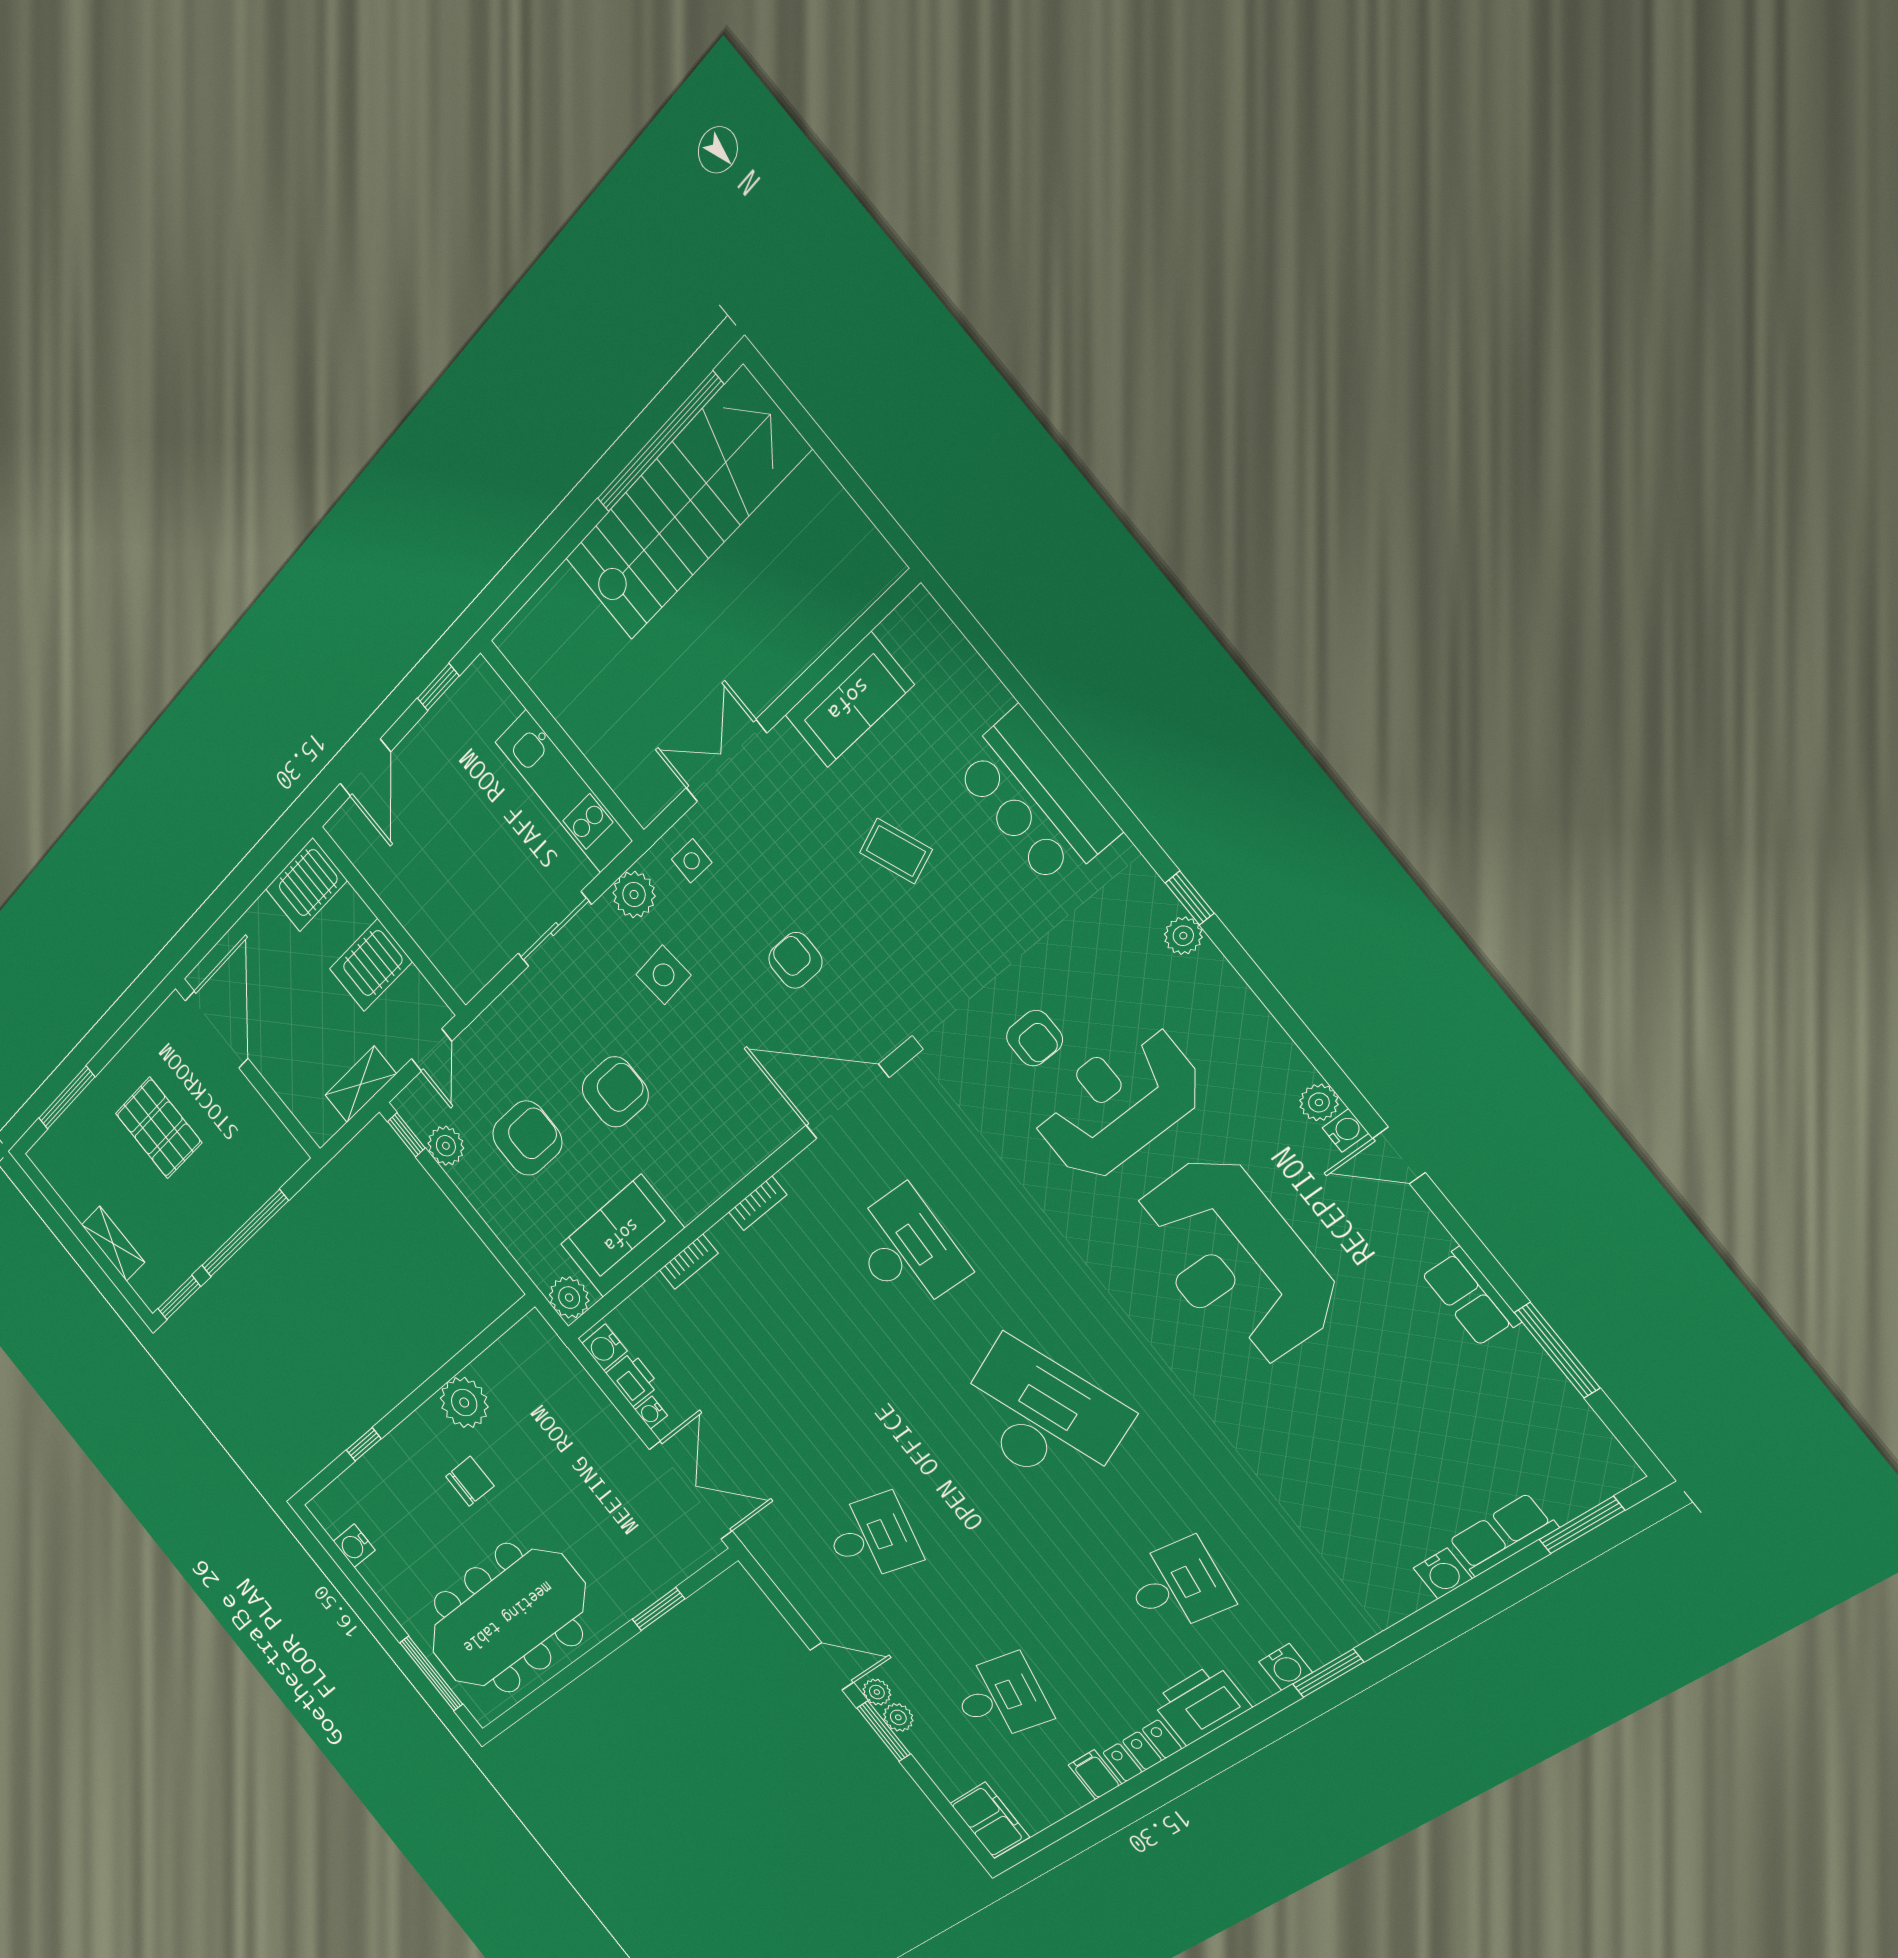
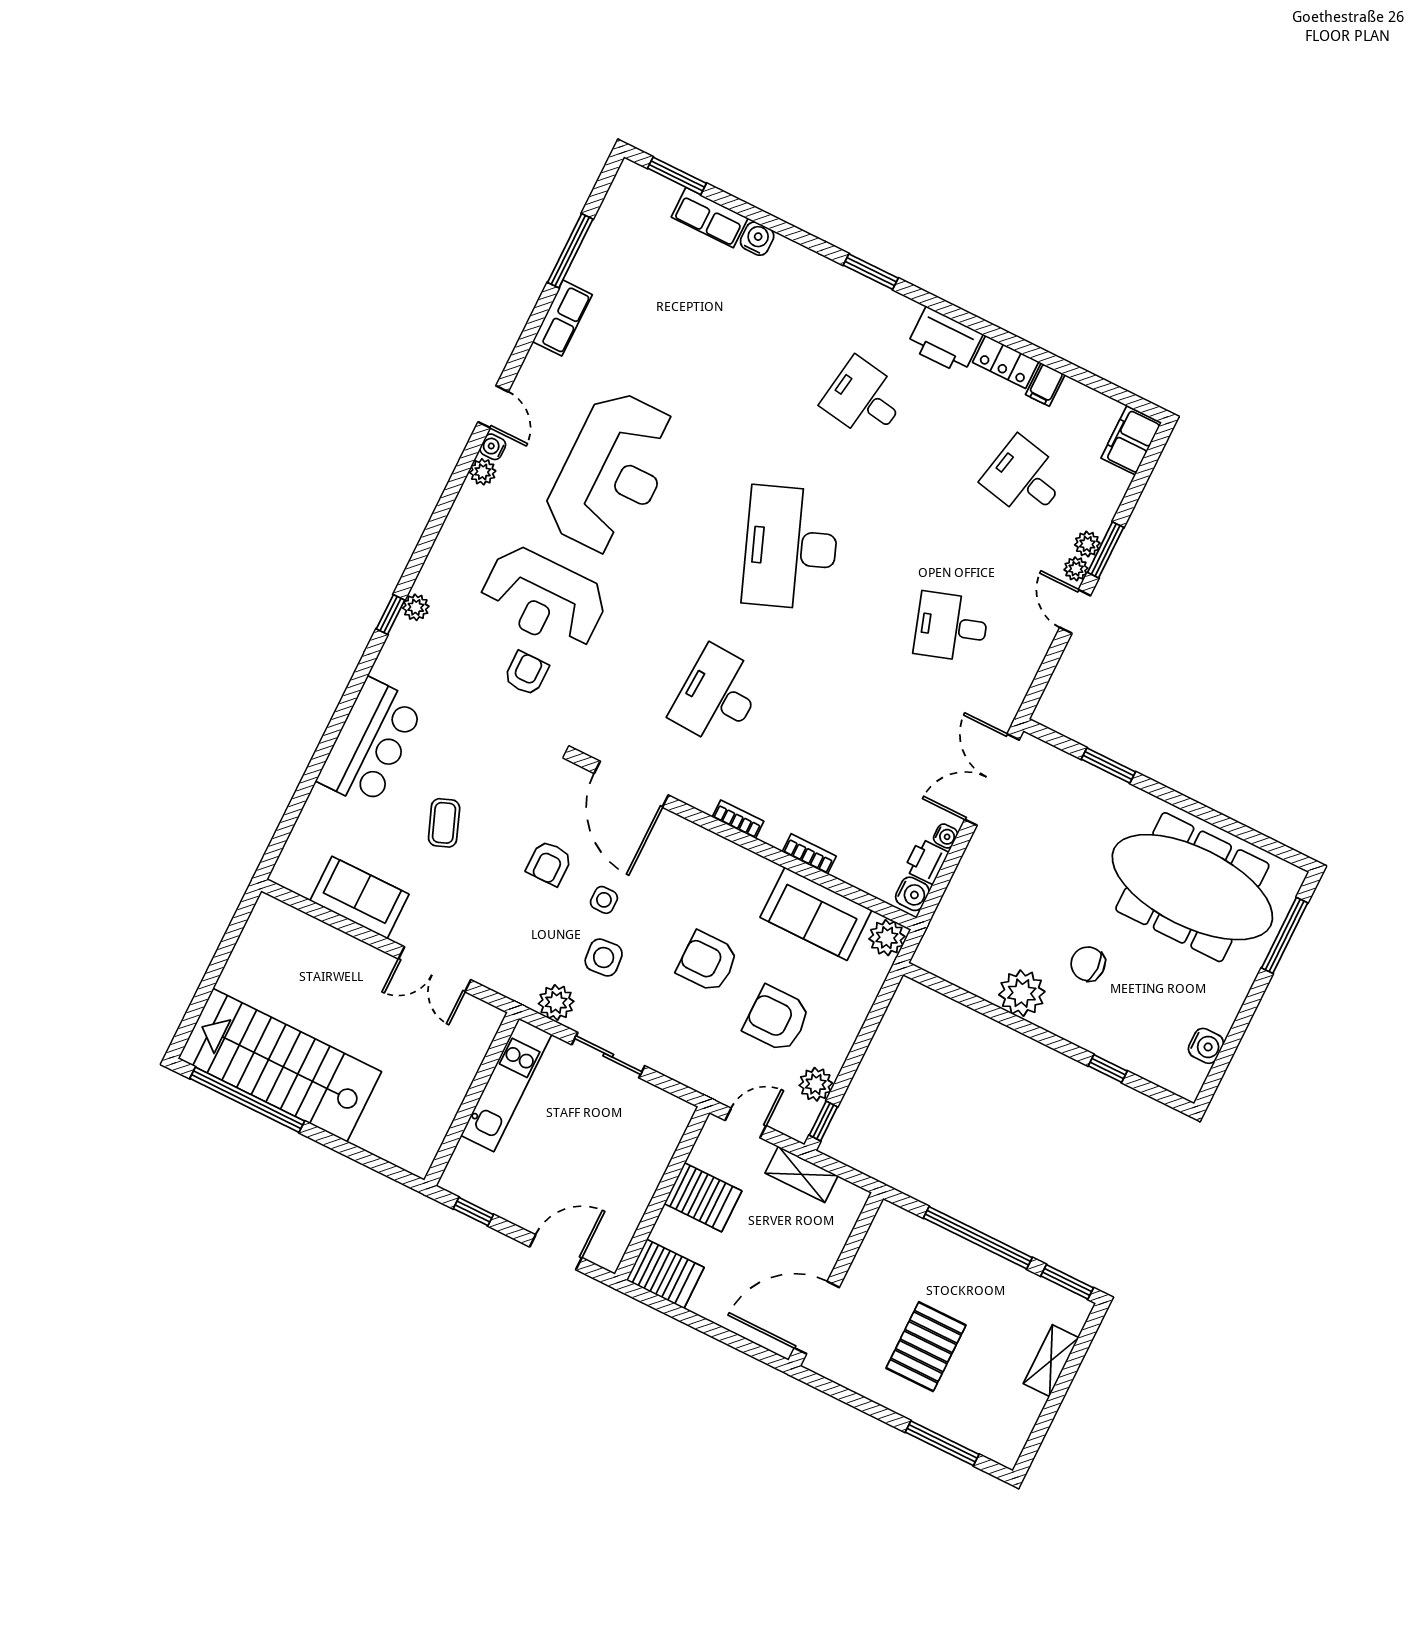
side table: (692, 861) -> (604, 900), moved
desk: (872, 1537) -> (951, 627), turned -33
water cooler: (1286, 1667) -> (883, 300), removed

